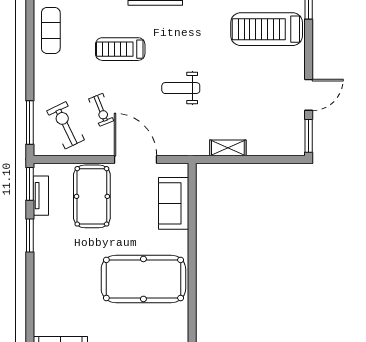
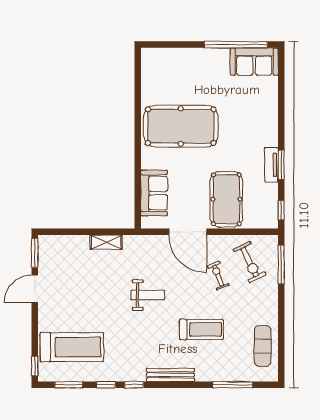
window: (30, 184) -> (281, 210), width x0.67
tv unit: (41, 196) -> (271, 165), moved

